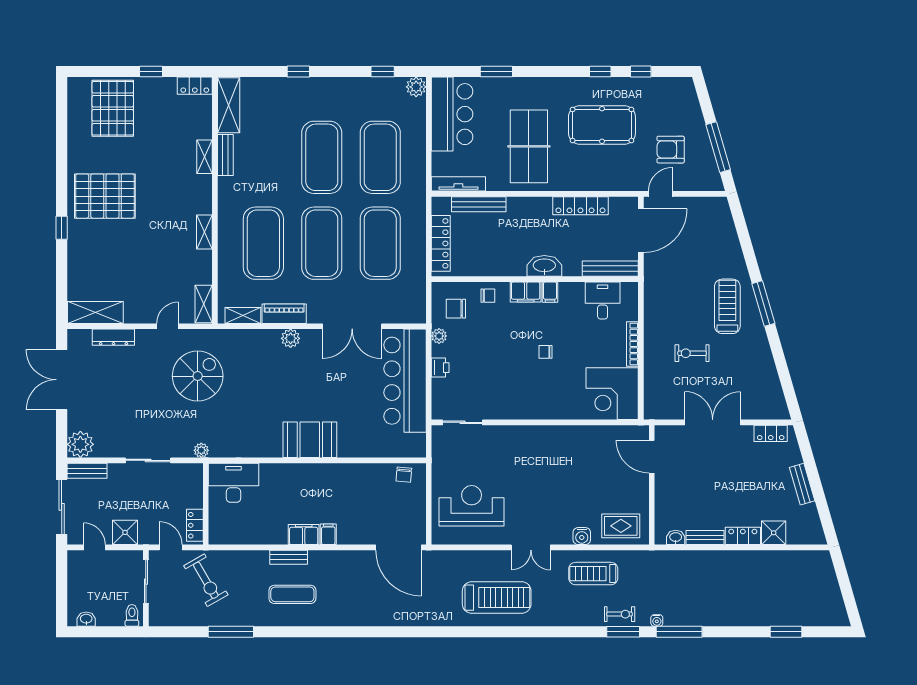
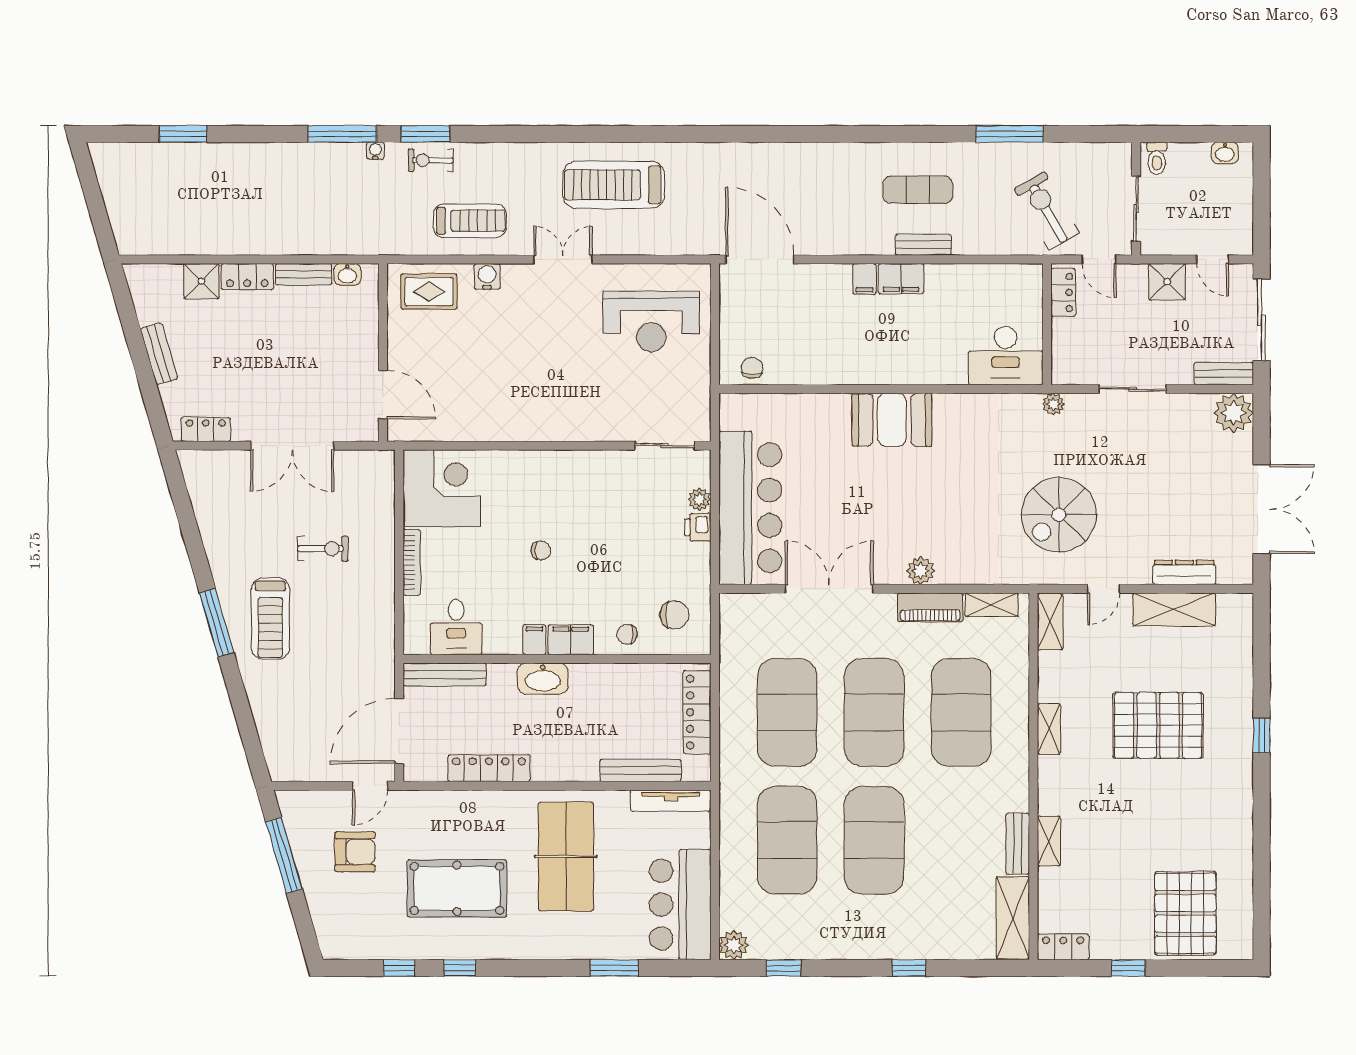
pallet: (105, 196) -> (1158, 725), moved
shelving: (95, 312) -> (1174, 609), moved
plant: (439, 336) -> (699, 499), moved

